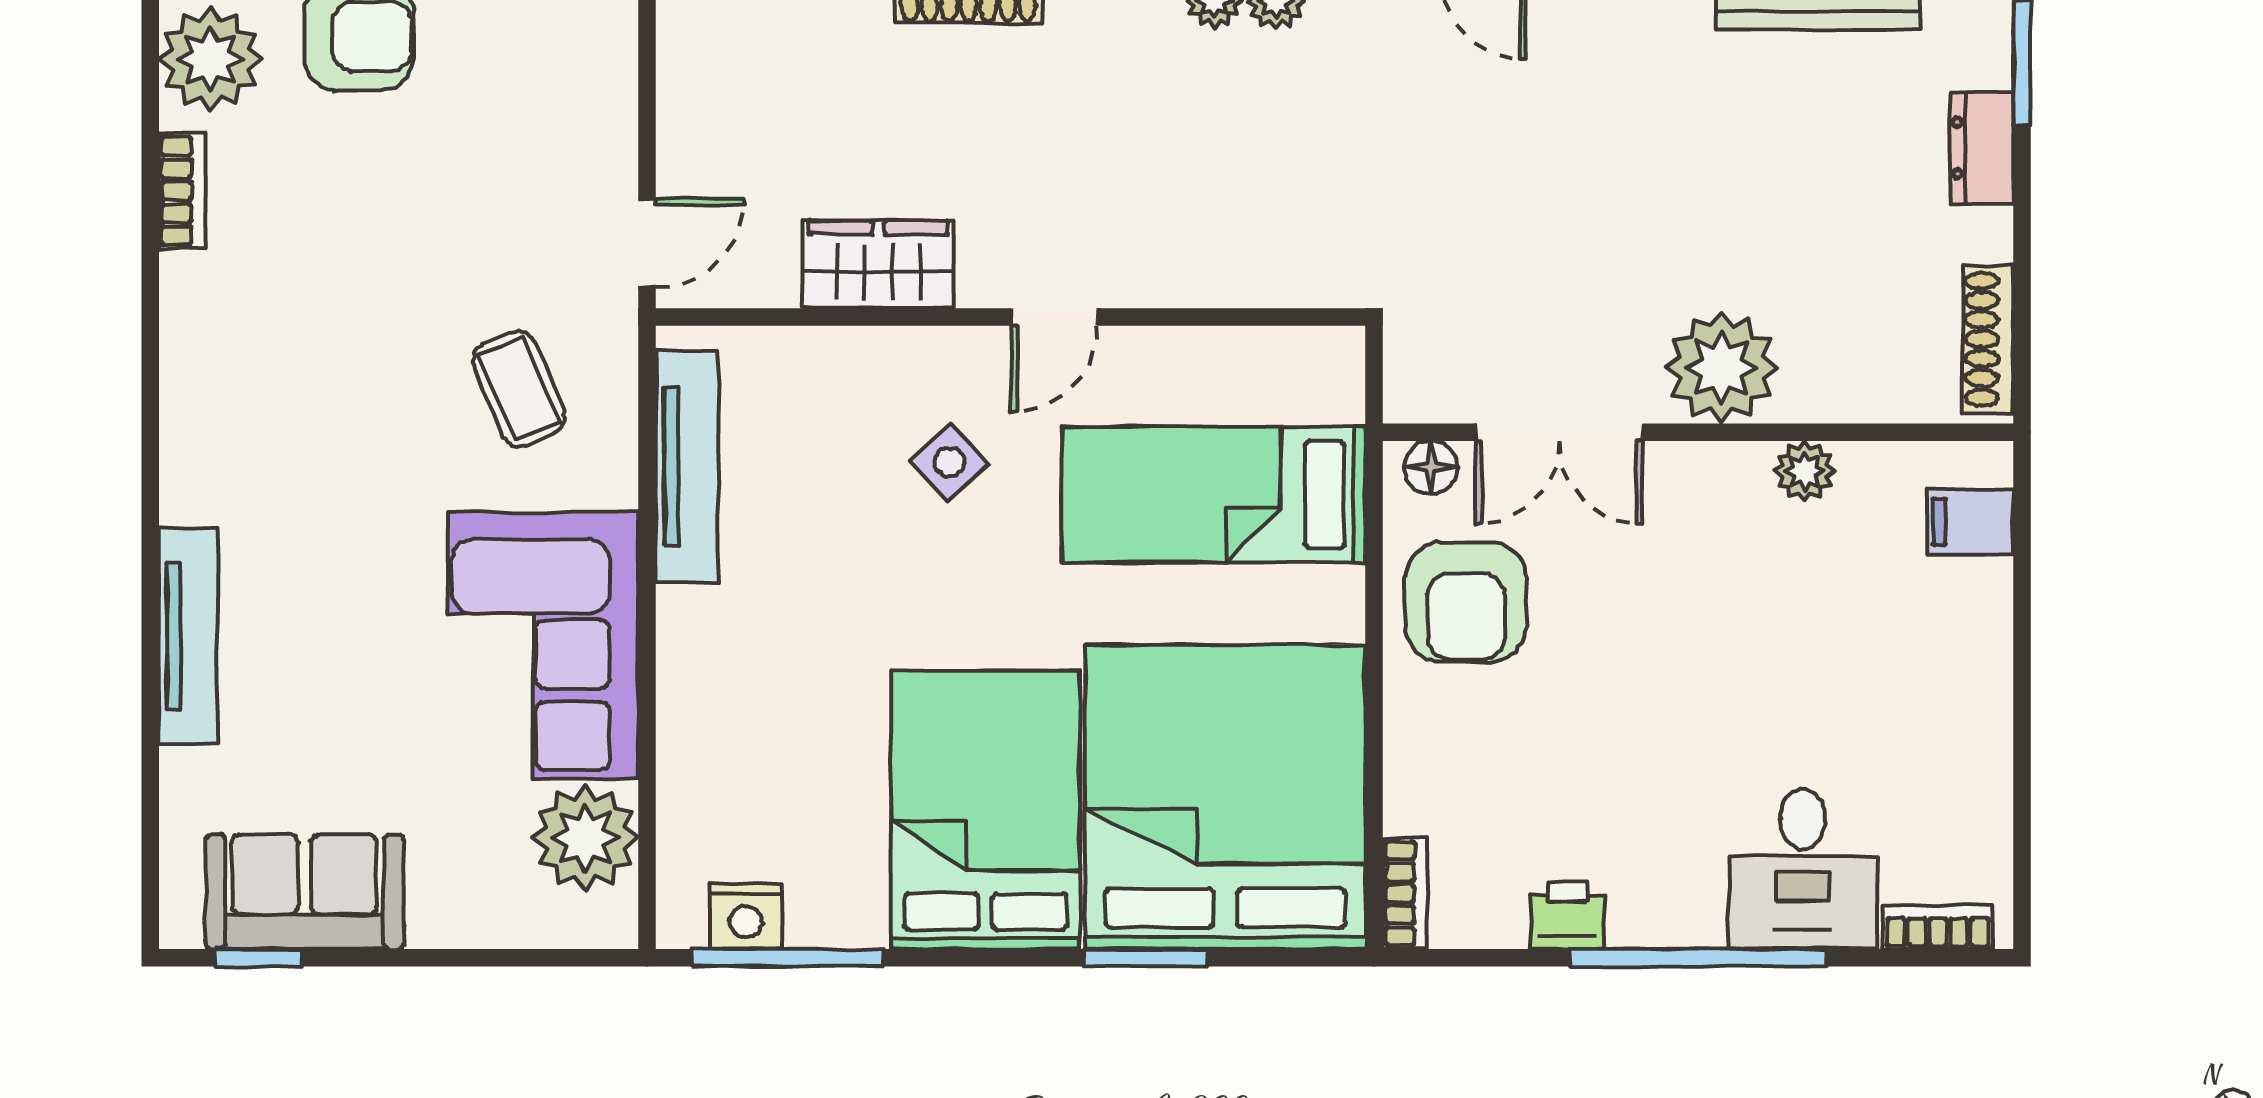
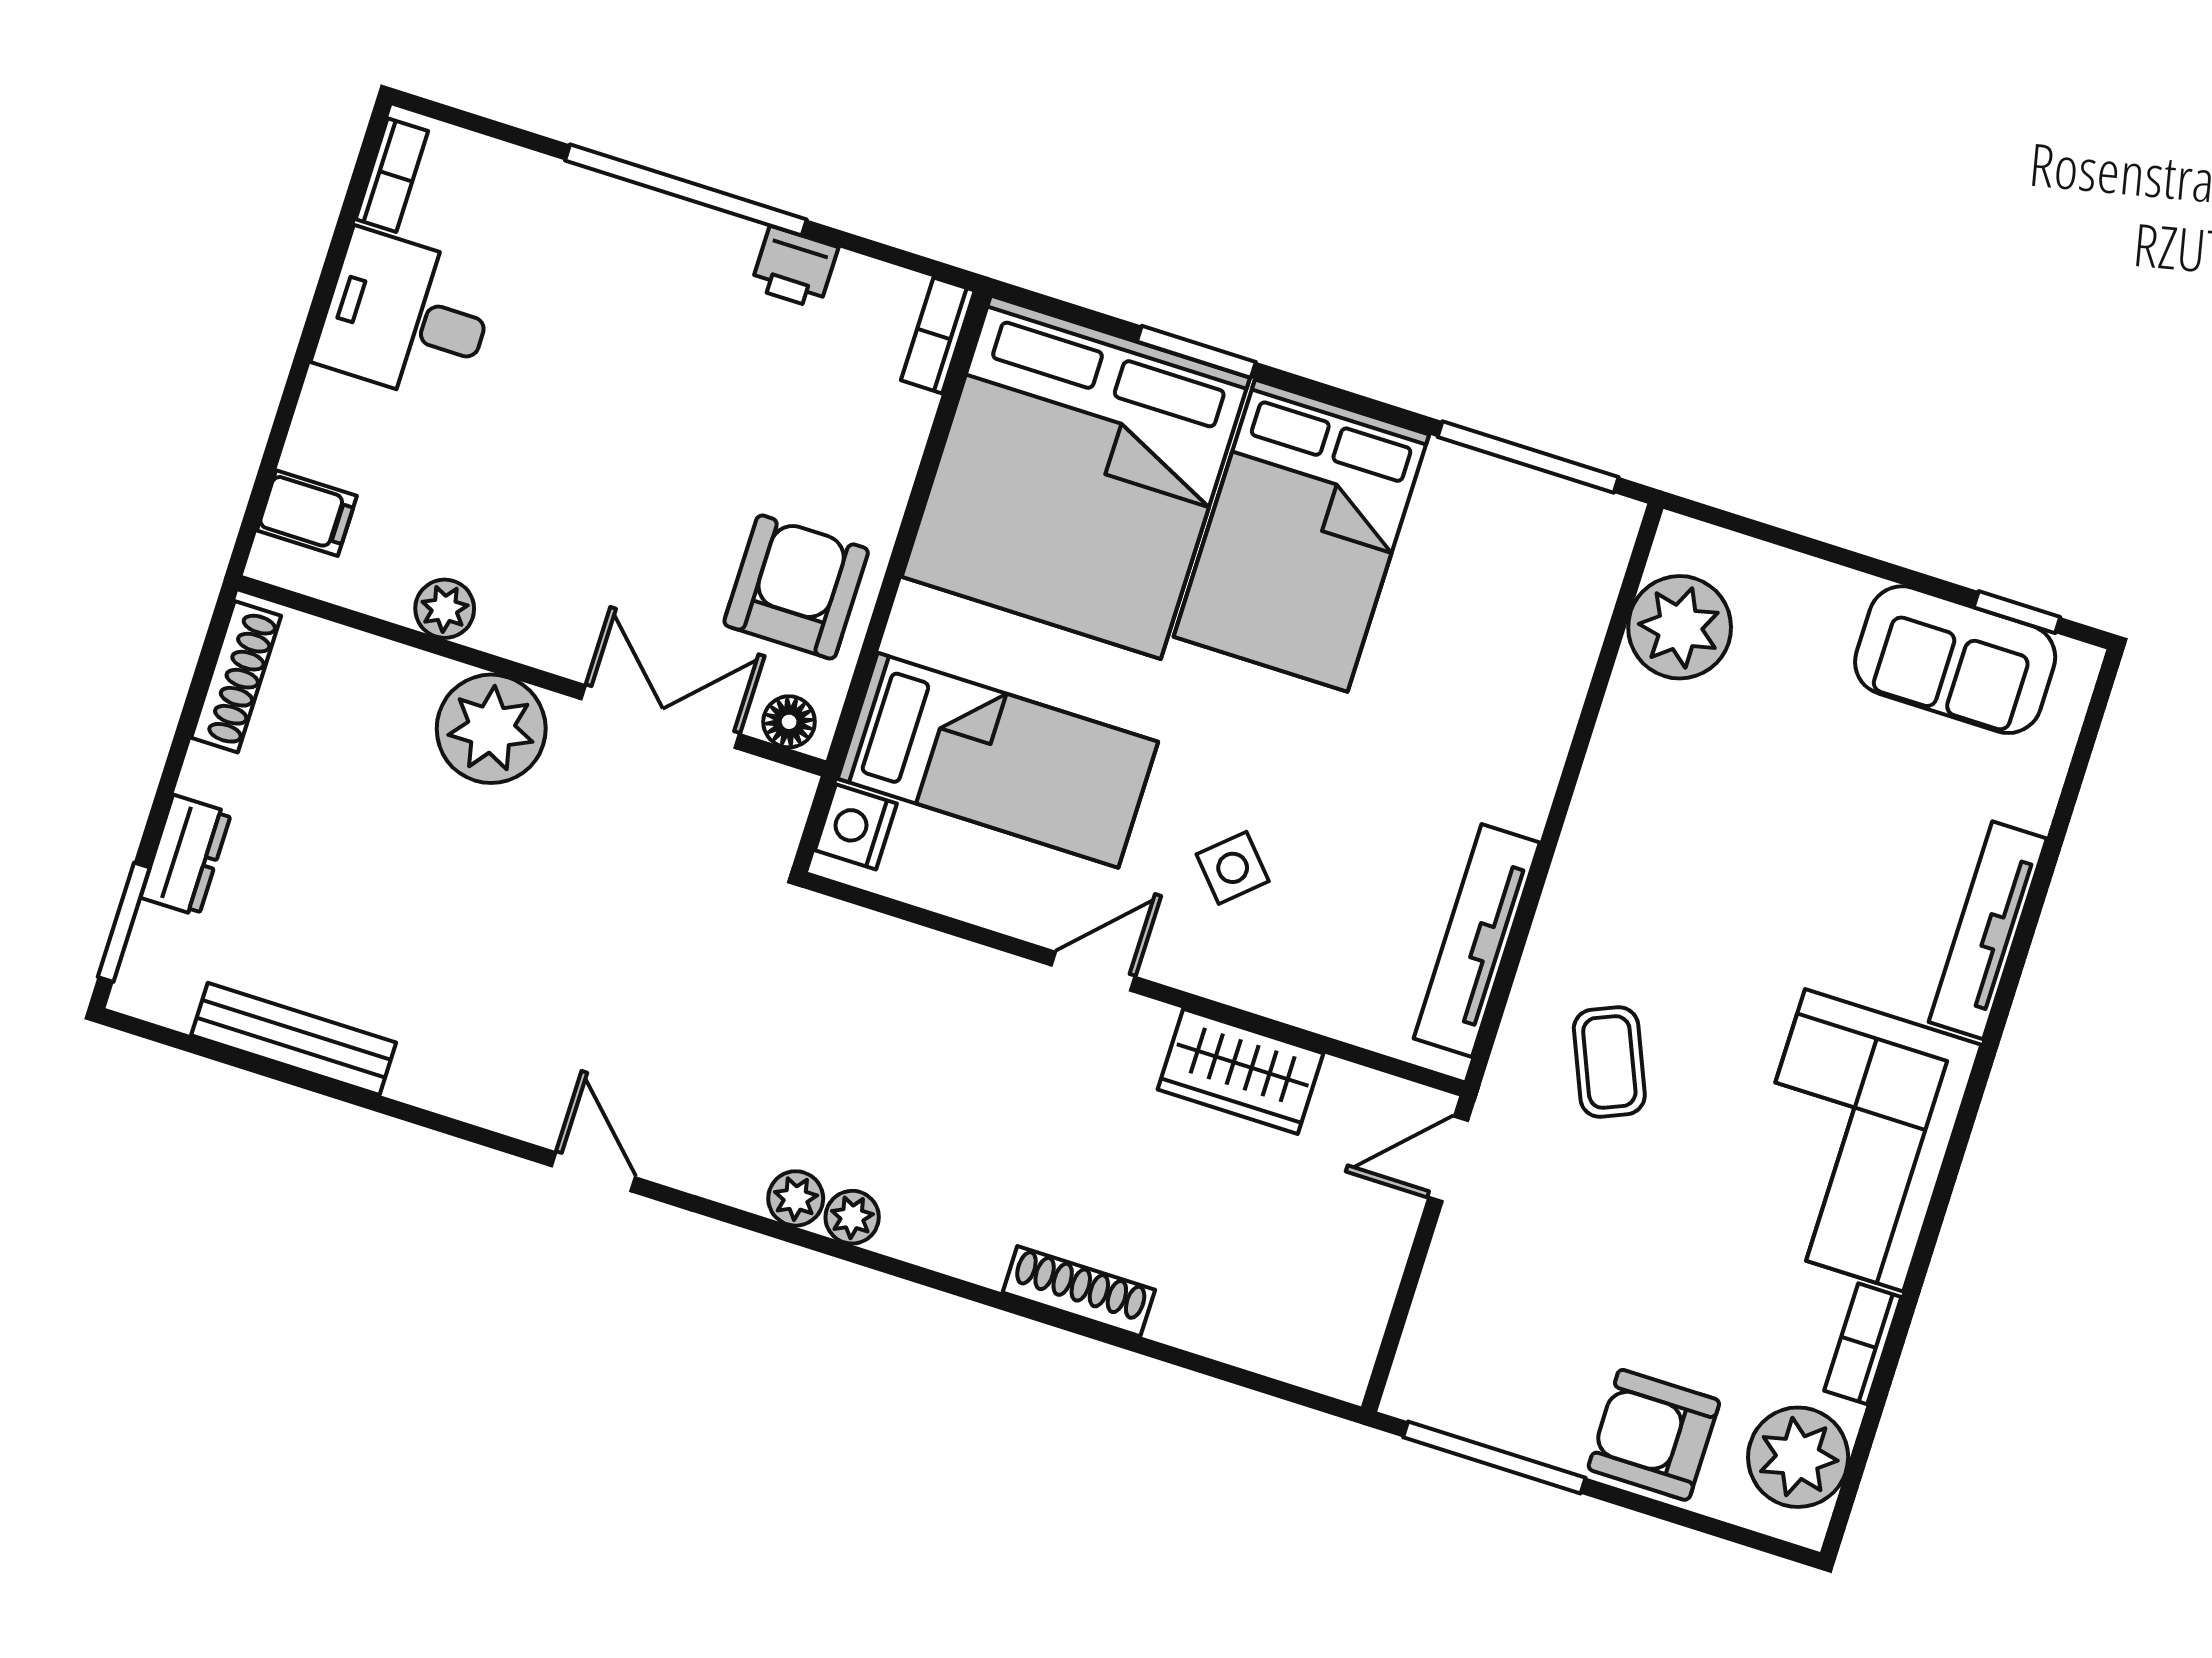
corner sofa: (543, 646) -> (1854, 1140), moved, turned 180
desk: (1803, 869) -> (406, 317), moved, turned -90
nightstand: (745, 916) -> (856, 827), moved, turned -90
bookcase: (1938, 927) -> (392, 175), moved, turned -90

